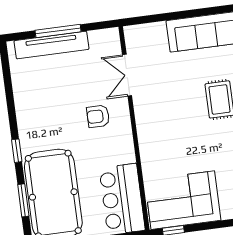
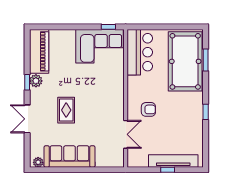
window: (58, 31) -> (168, 170), width x0.46
window: (17, 151) -> (206, 112), moved

